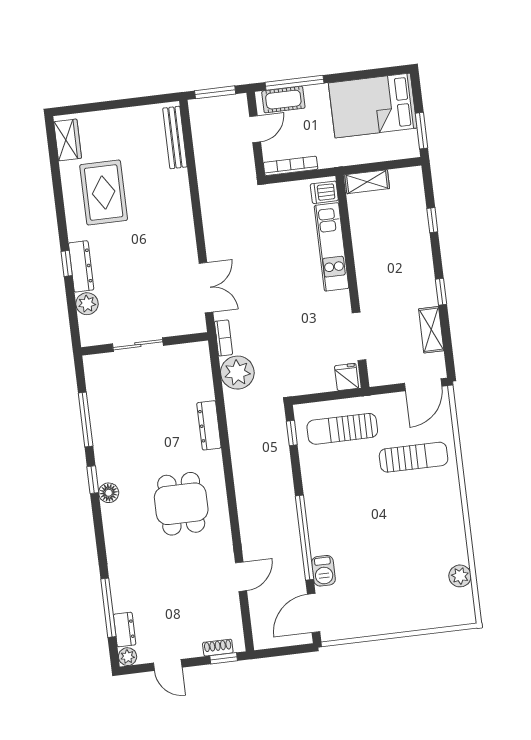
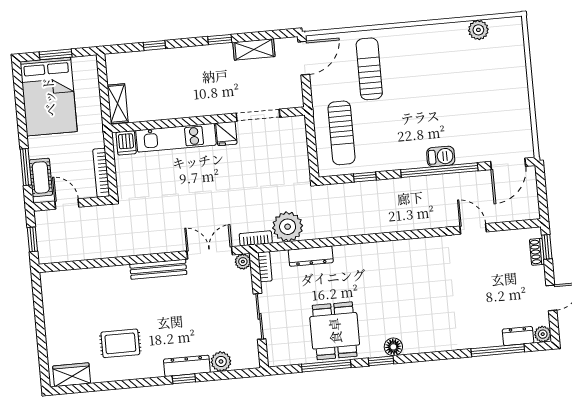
window: (294, 83) -> (26, 167), width x0.69
window: (215, 92) -> (32, 239), width x0.67
window: (421, 131) -> (56, 54), moved
bench: (175, 138) -> (158, 269), moved
rug: (104, 192) -> (120, 343), width x0.73, depth x0.70
plant: (198, 325) -> (243, 262), added
bookcase: (193, 349) -> (265, 267), added
fridge: (347, 377) -> (226, 134), moved, turned -90
door: (423, 385) -> (304, 58), hinge flipped
dresser: (209, 425) -> (311, 256), moved
window: (292, 433) -> (365, 177), moved
dining table: (181, 504) -> (335, 331), moved, turned 90
barbecue: (323, 571) -> (441, 156), moved
door: (314, 613) -> (508, 164), hinge flipped

